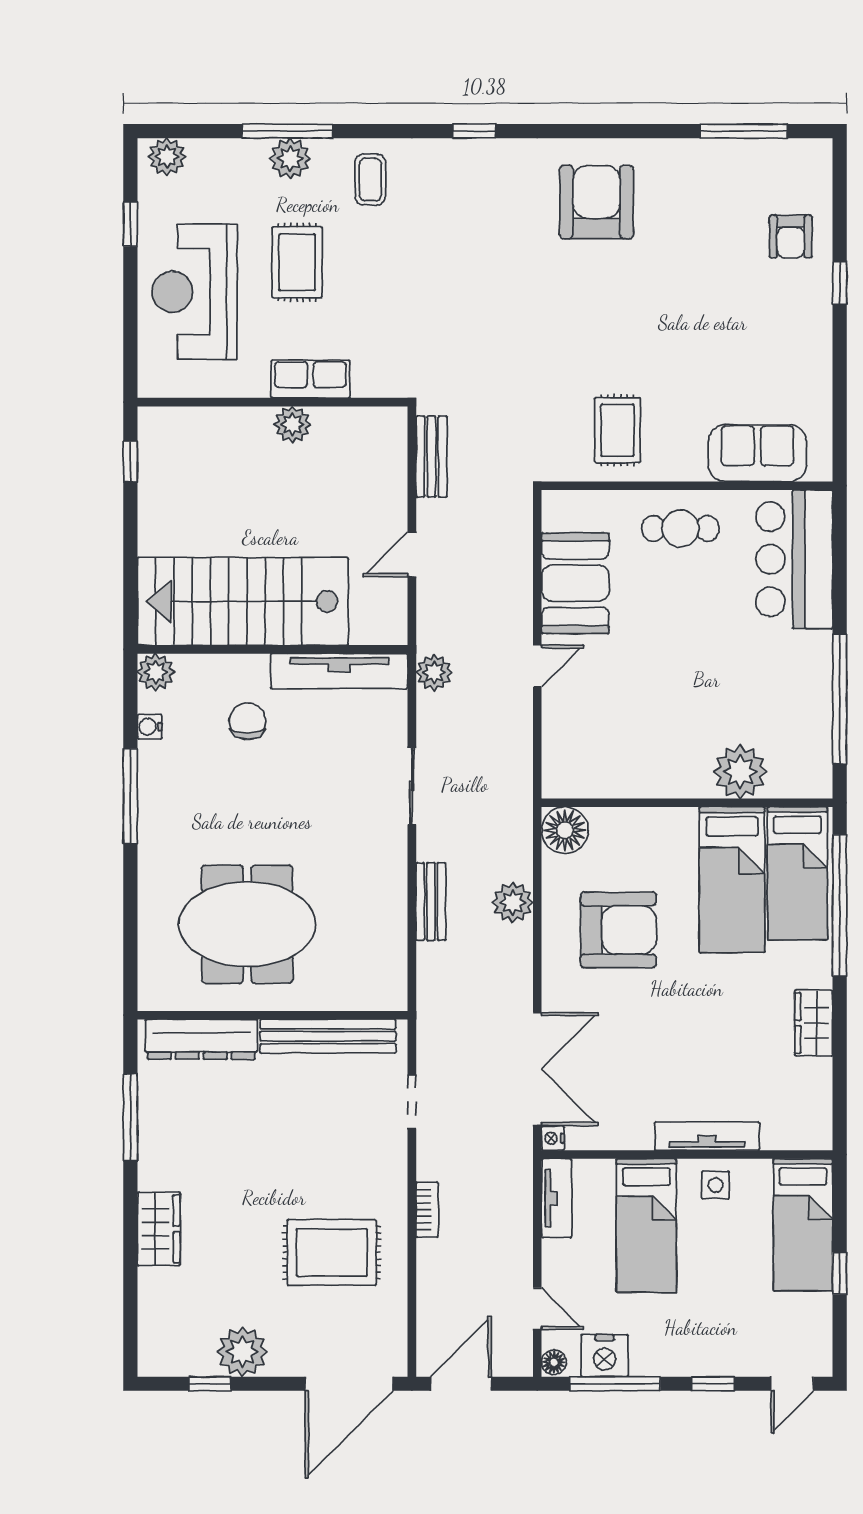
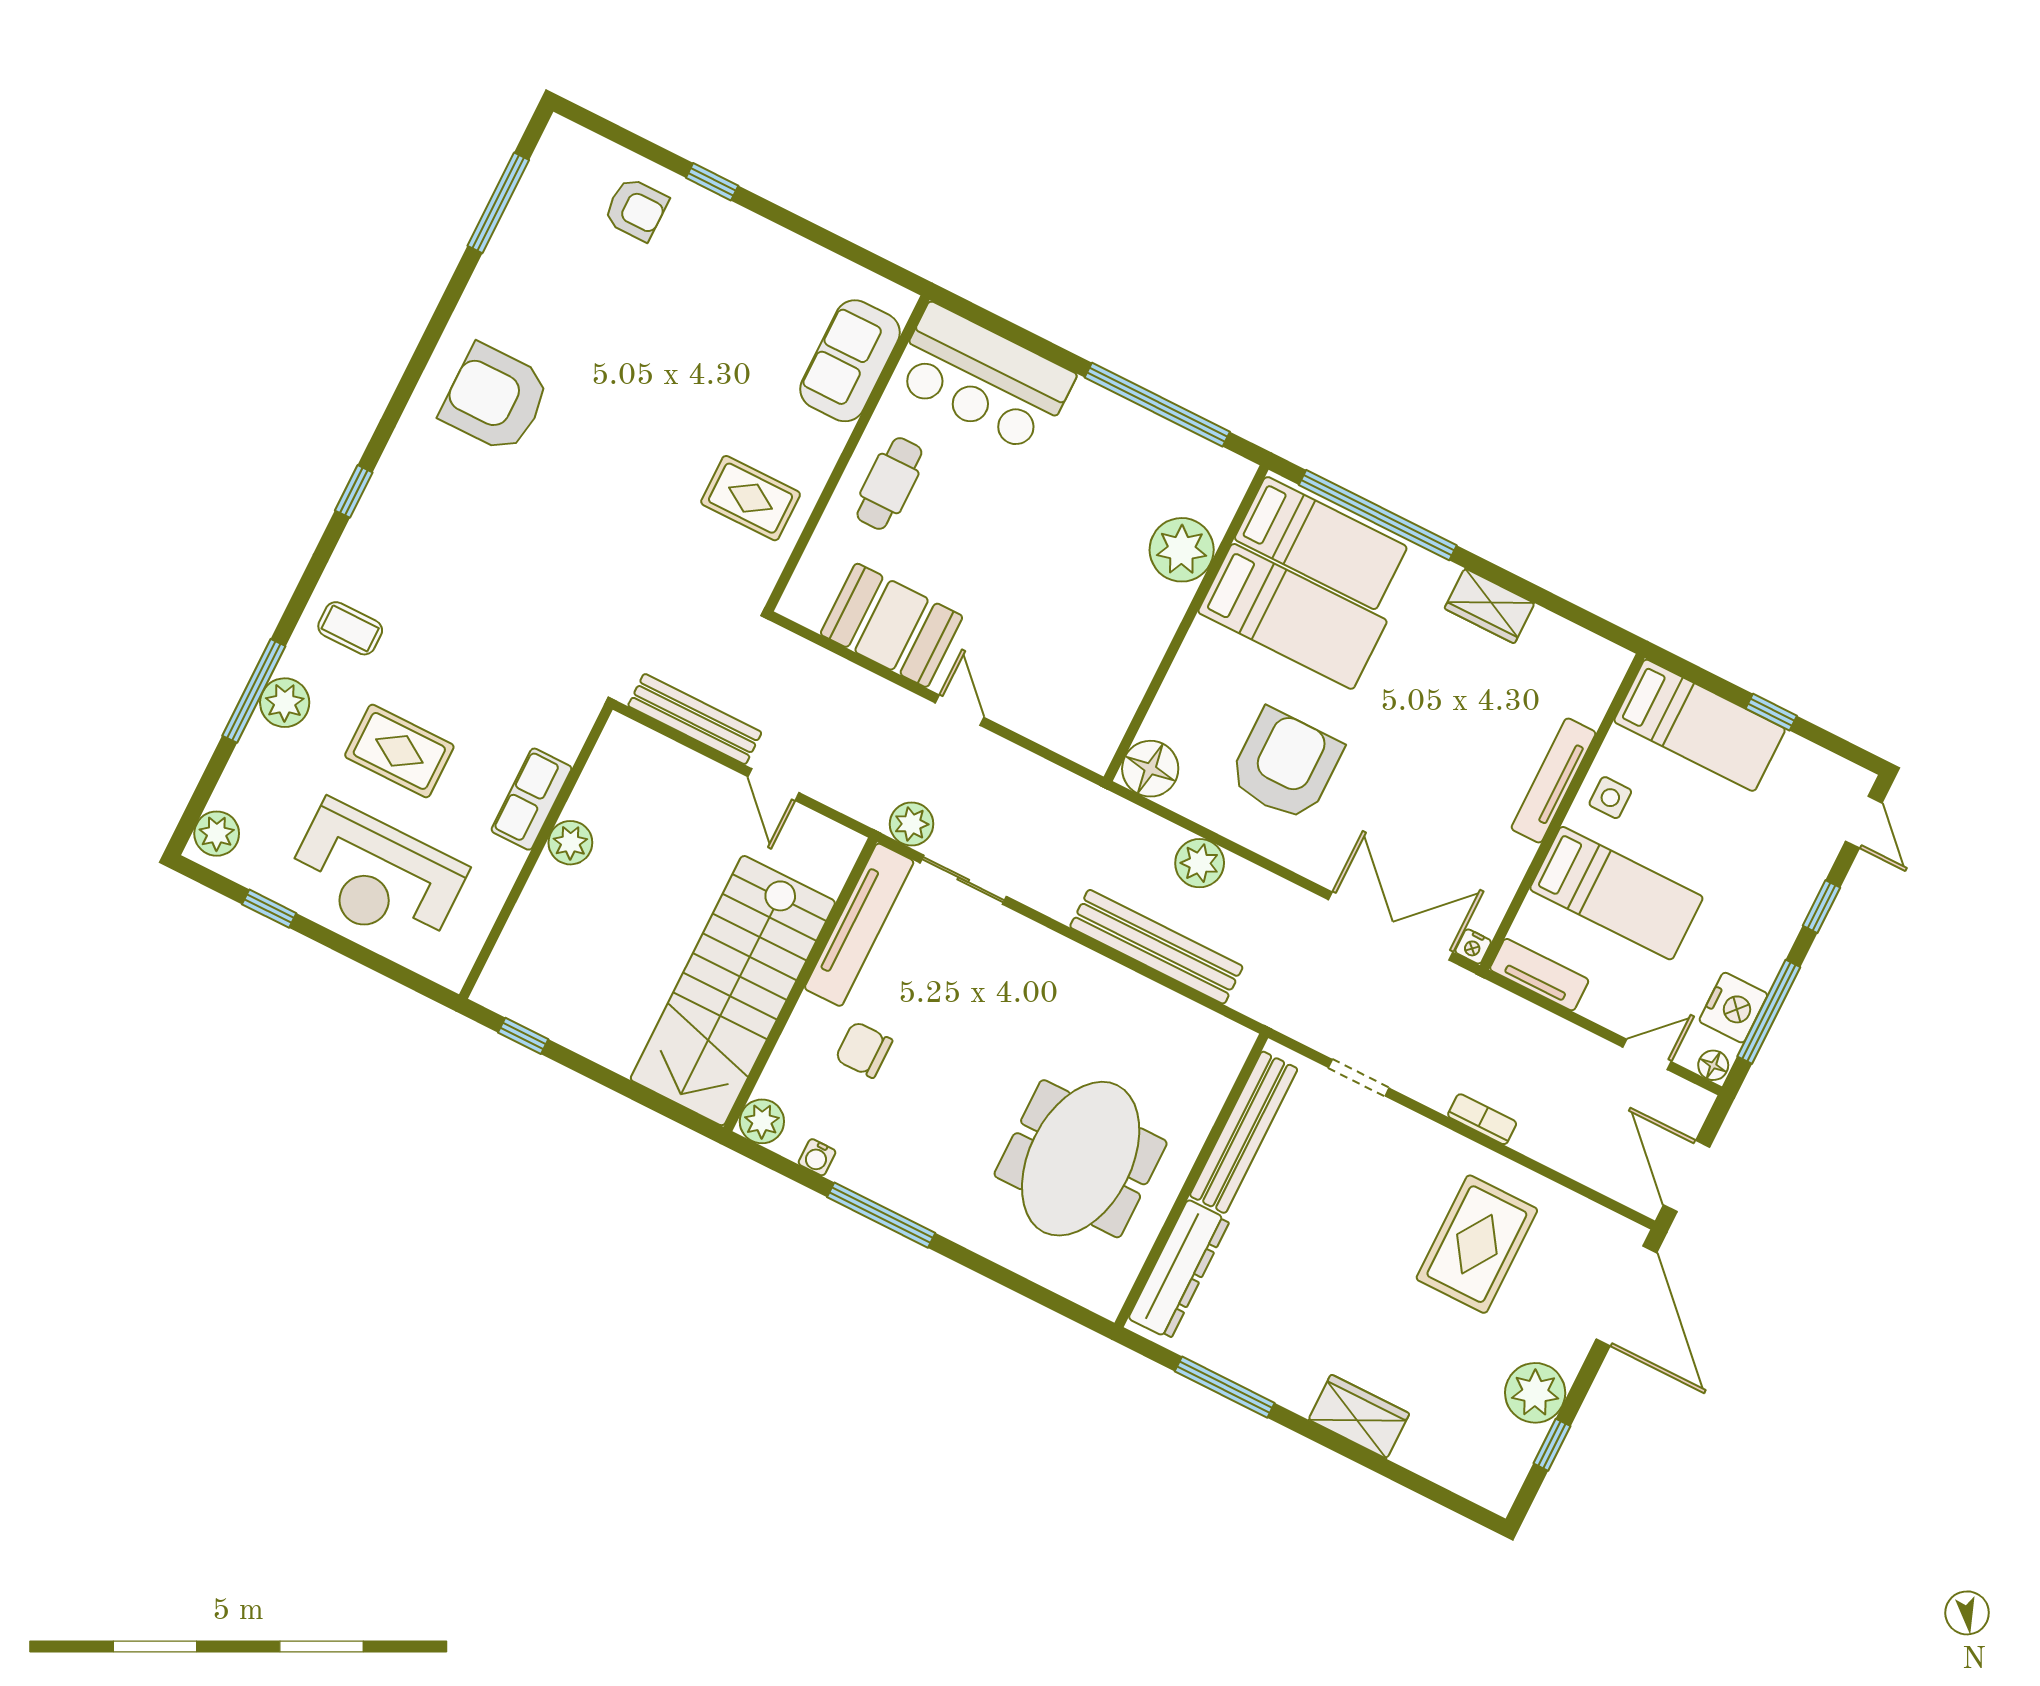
bench: (431, 457) -> (695, 719), width x1.36
sliding door: (412, 786) -> (963, 880), moved
bench: (431, 902) -> (1156, 947), width x1.86, depth x1.21

